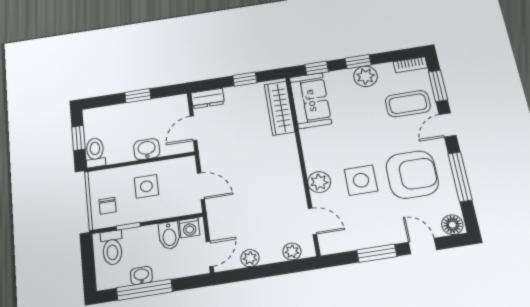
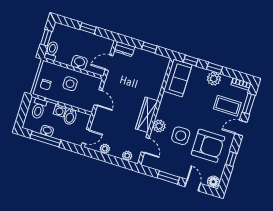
wardrobe: (279, 108) -> (147, 115), moved
window: (460, 177) -> (231, 159), width x0.46
washing machine: (189, 228) -> (60, 111), moved

